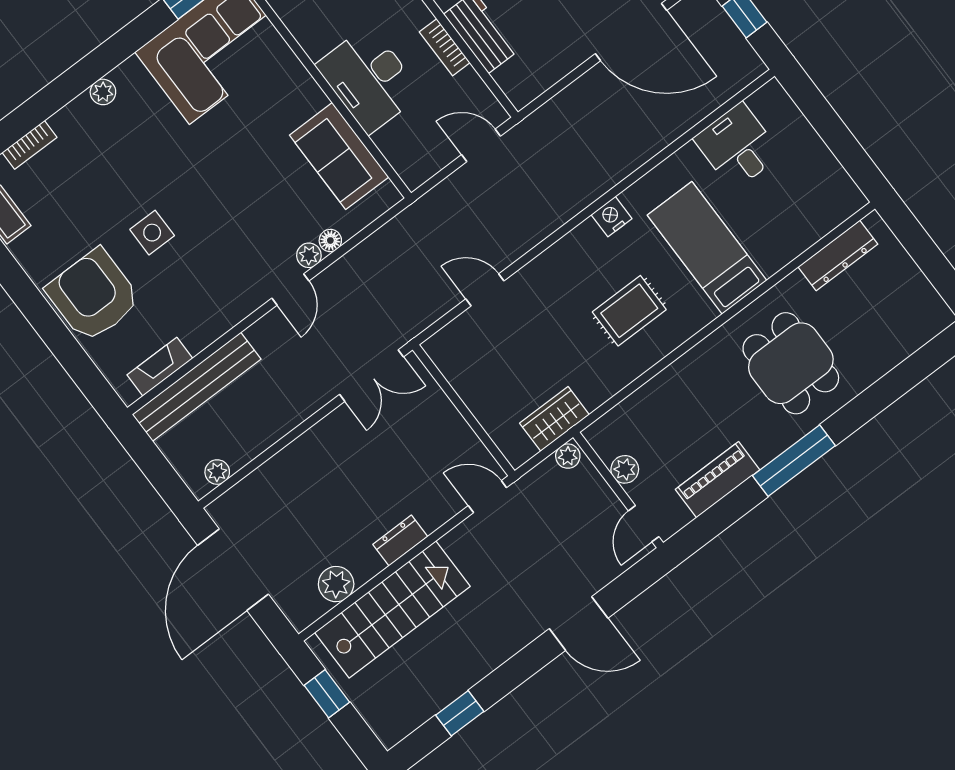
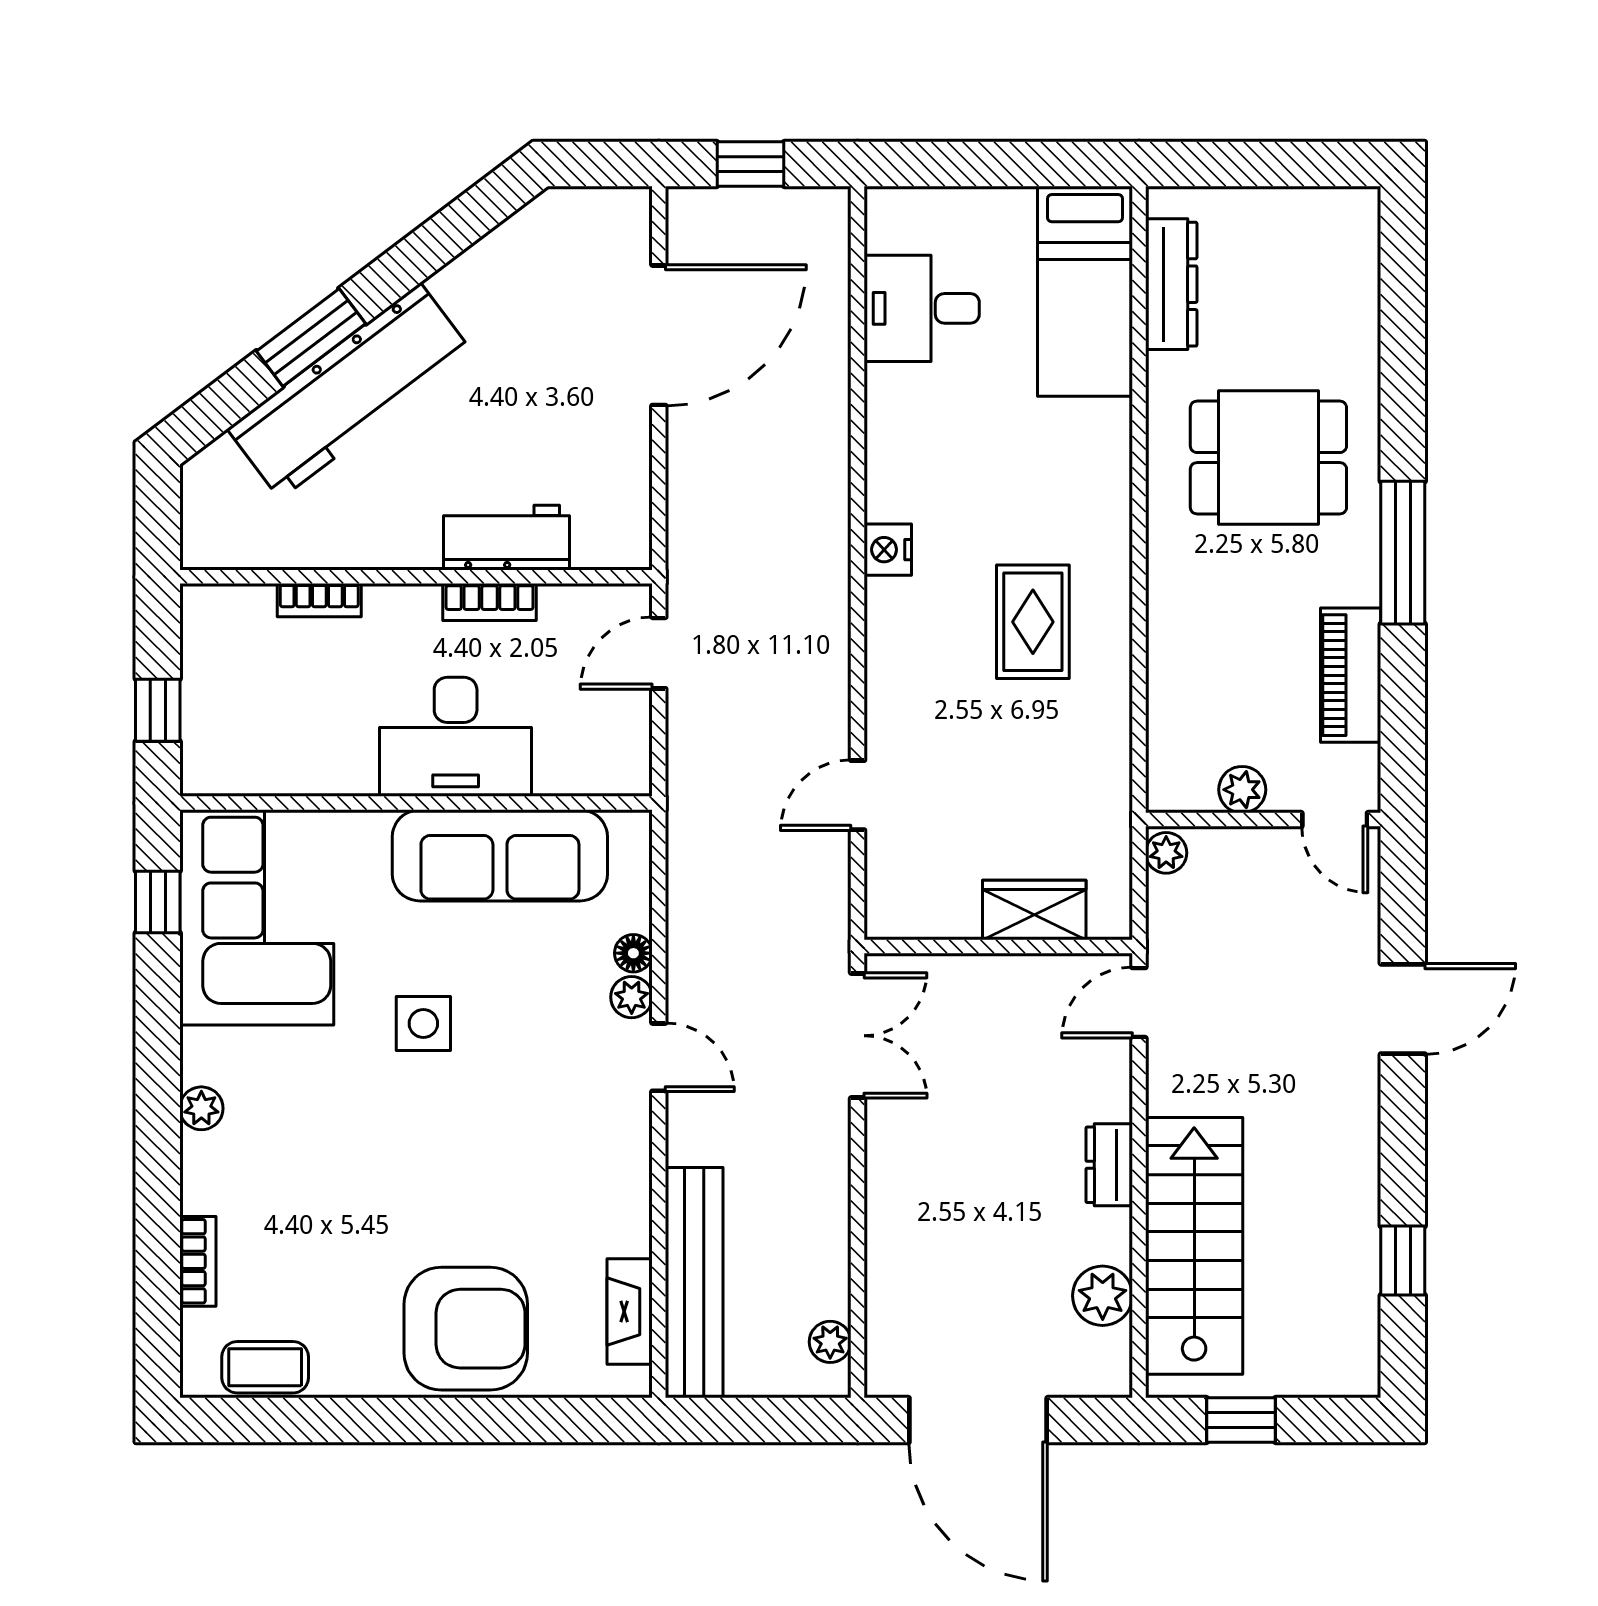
sofa: (339, 156) -> (500, 855), width x1.36
side table: (152, 233) -> (423, 1023), moved
bed: (707, 248) -> (1085, 291), moved, turned -90
armchair: (93, 295) -> (466, 1329), turned 180
wardrobe: (554, 419) -> (1034, 910), moved, turned 90

